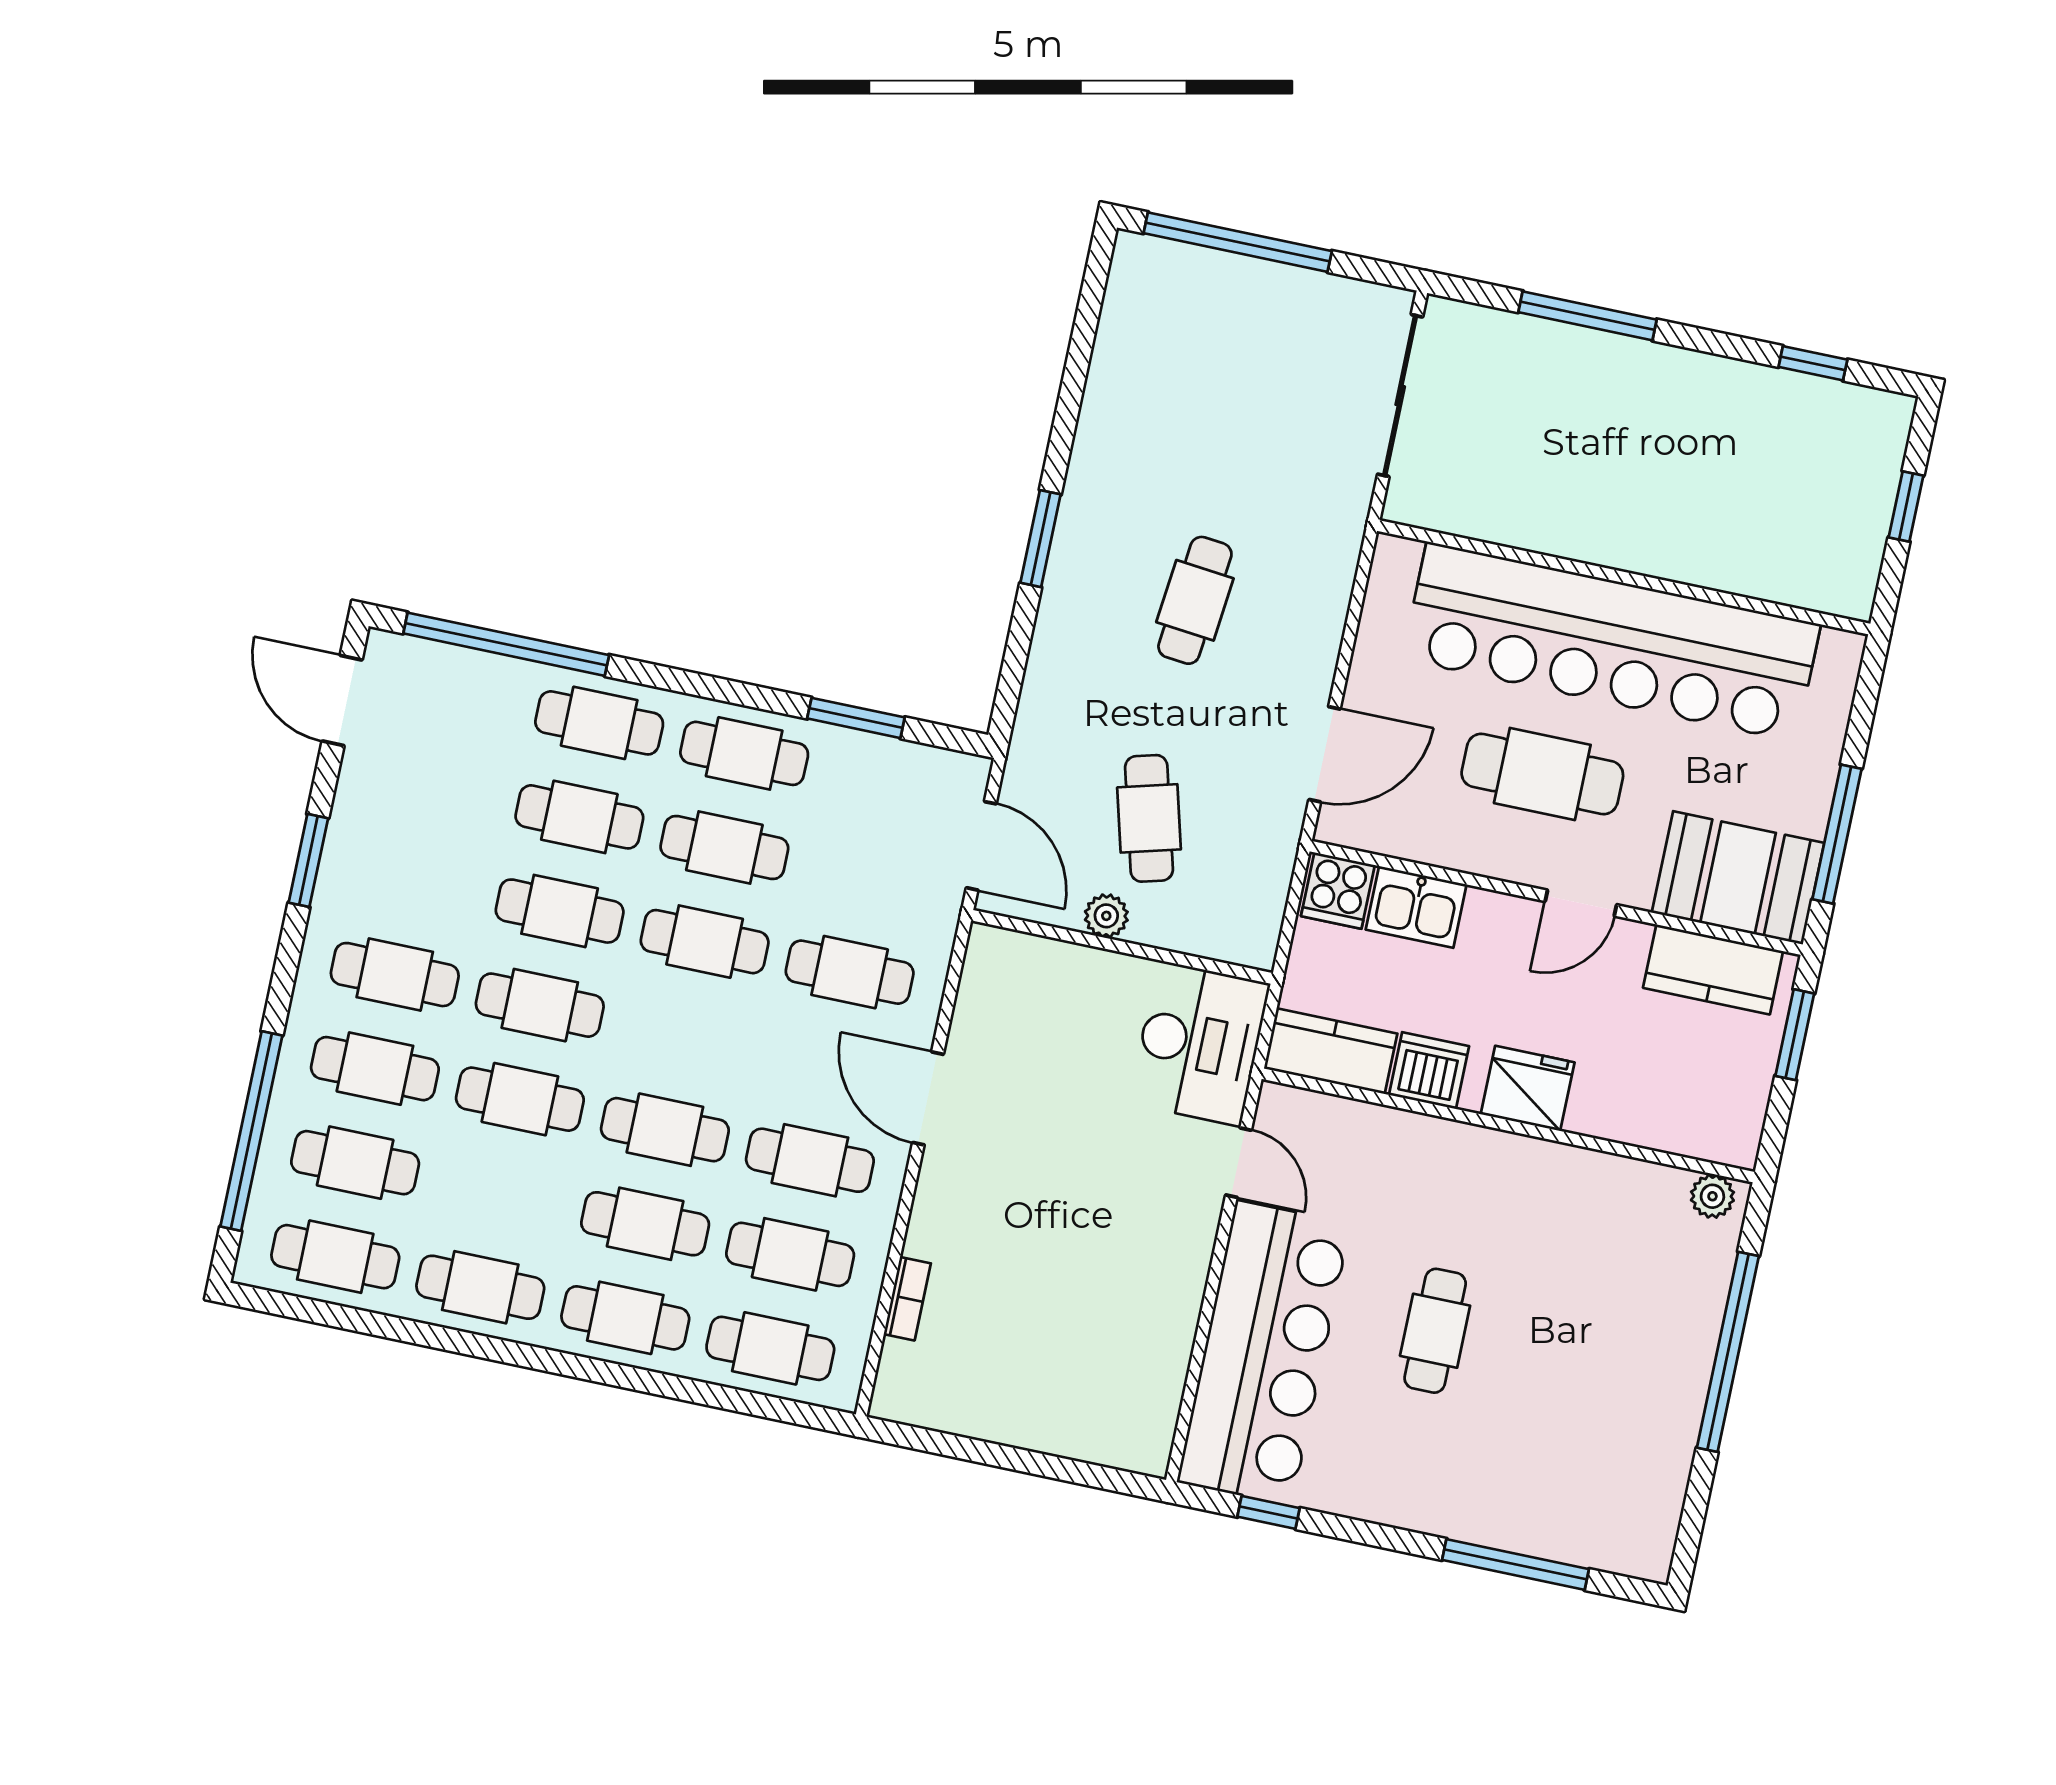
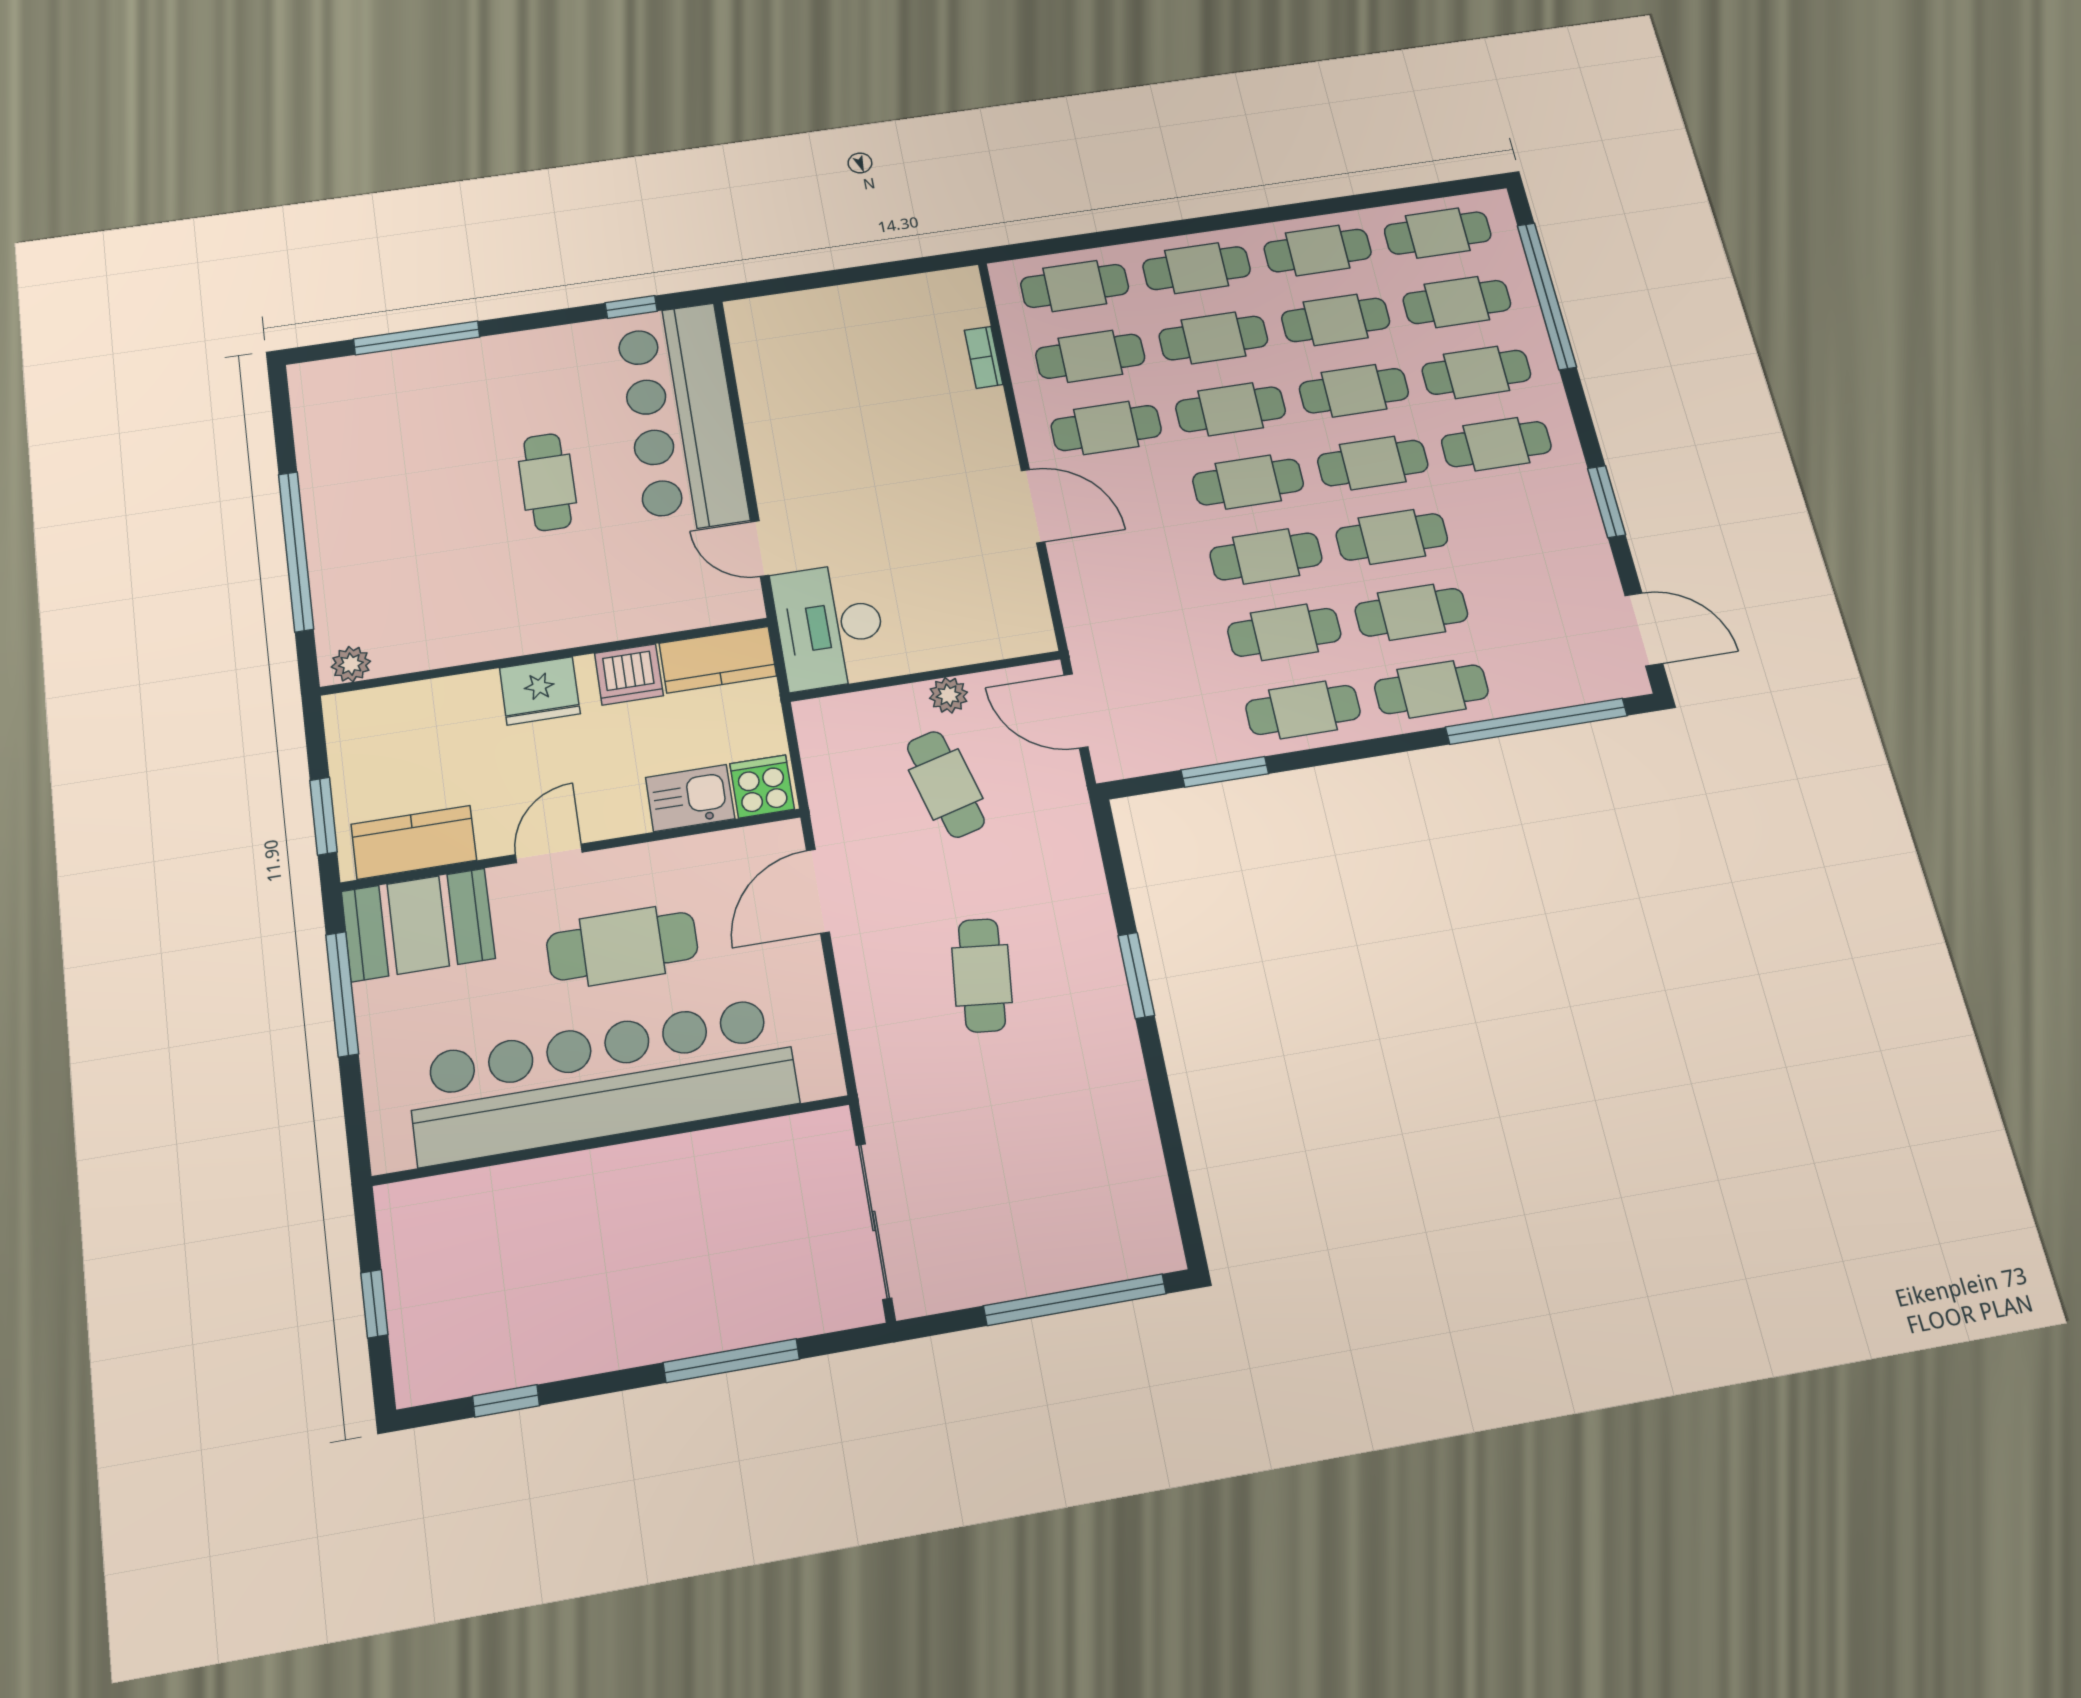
cafe table: (850, 972) -> (1248, 482), moved
cafe table: (500, 1193) -> (1336, 320), added

